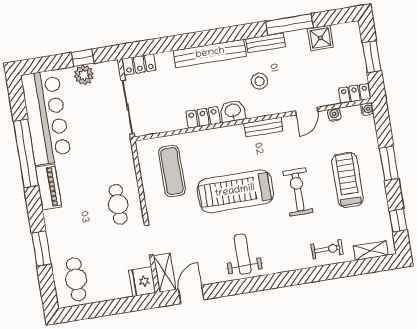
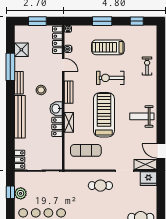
locker: (355, 94) -> (57, 40), width x1.53
treadmill: (235, 191) -> (104, 115), turned 180
shelving: (371, 251) -> (69, 122), moved

